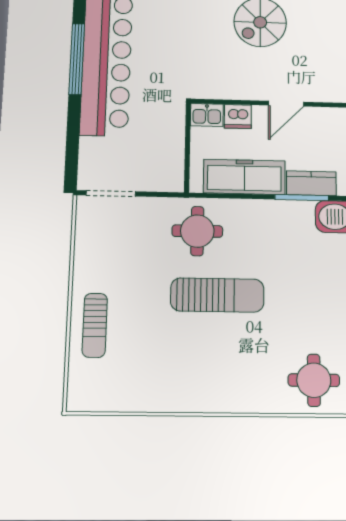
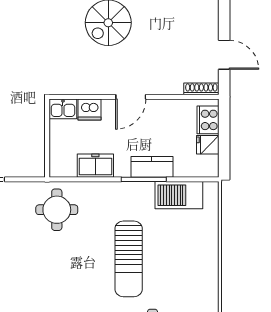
freezer: (244, 177) -> (95, 166), width x0.52, depth x0.79
sun lounger: (217, 295) -> (129, 259), moved, turned 90

